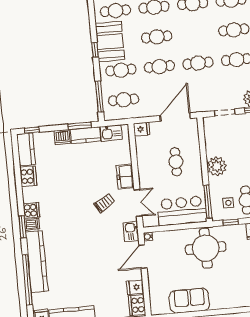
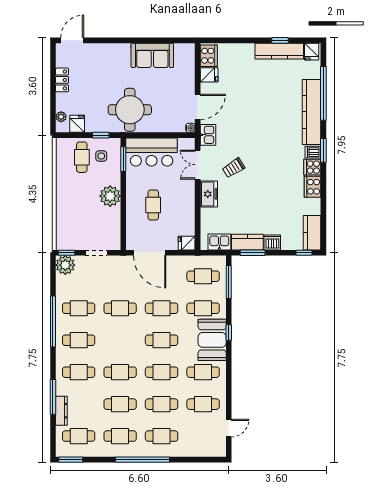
door: (175, 117) -> (150, 253), hinge flipped
cooker: (28, 176) -> (313, 187), moved
window: (208, 202) -> (123, 159), width x0.69

